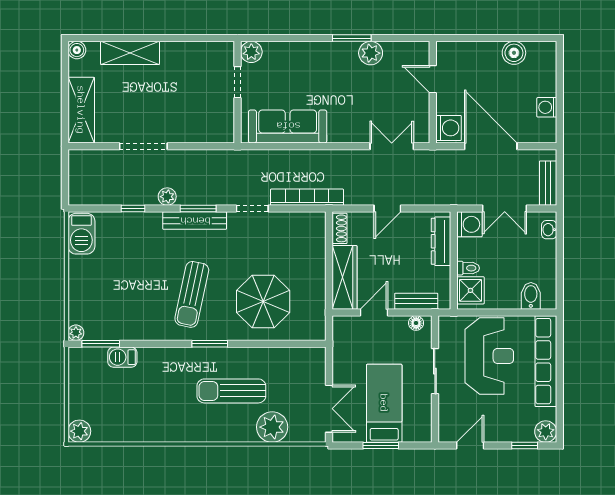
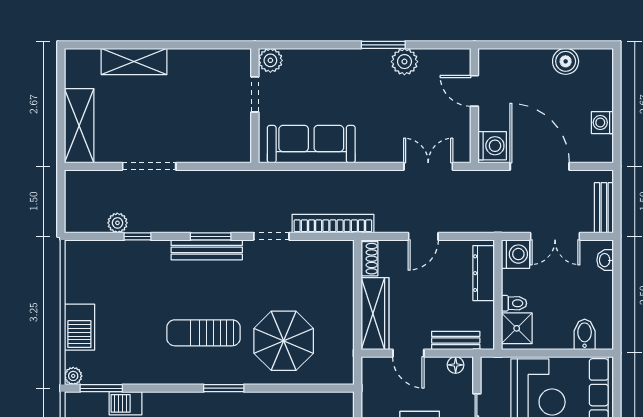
boiler: (77, 50) -> (74, 58), removed
plant: (167, 197) -> (117, 223), moved
barbecue: (81, 234) -> (79, 327), moved
sun lounger: (192, 294) -> (204, 333), turned 78
door: (374, 313) -> (408, 353), swing flipped

